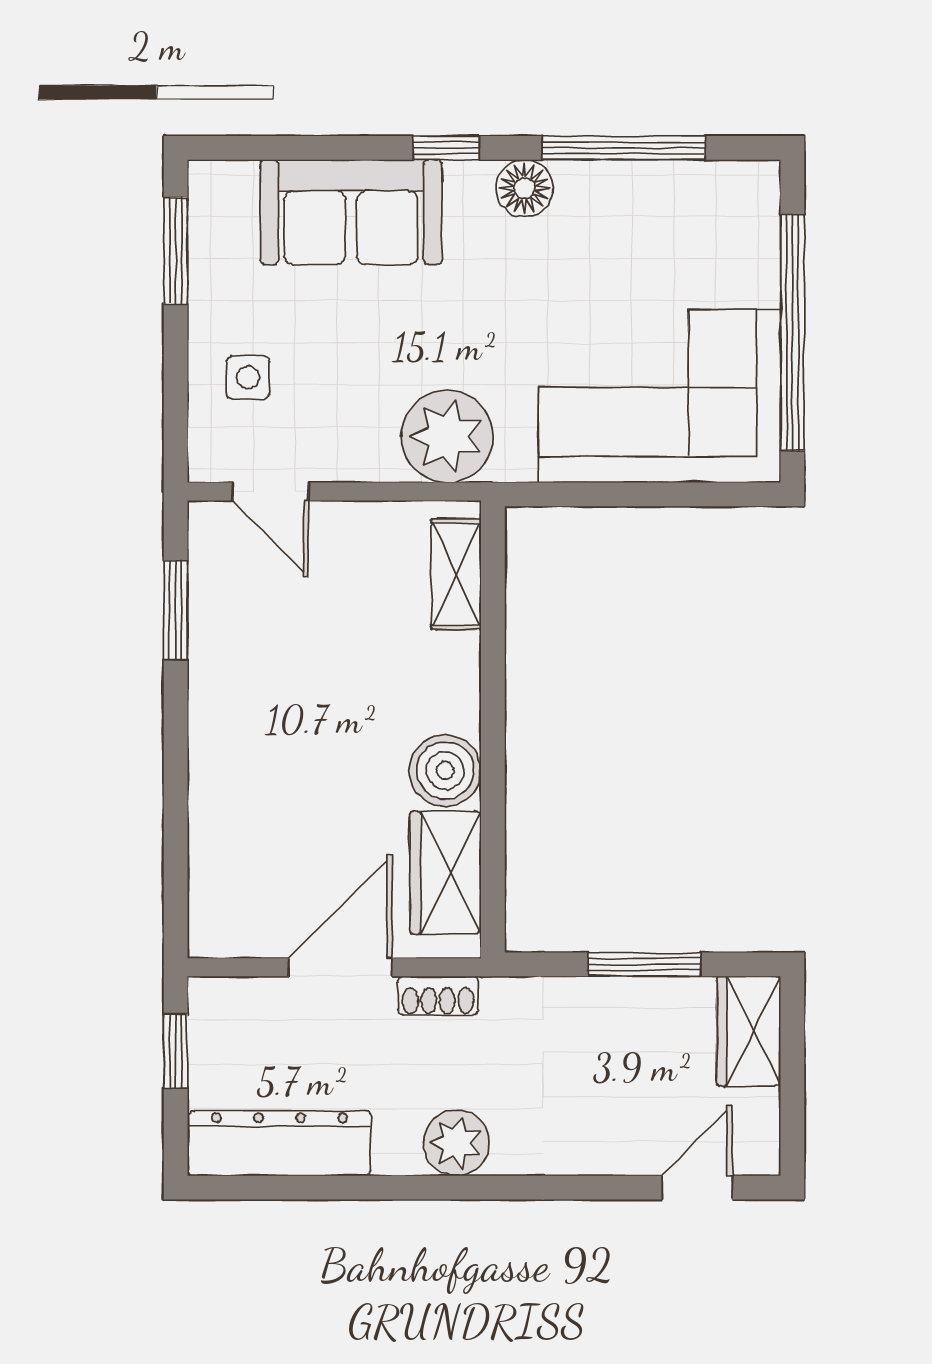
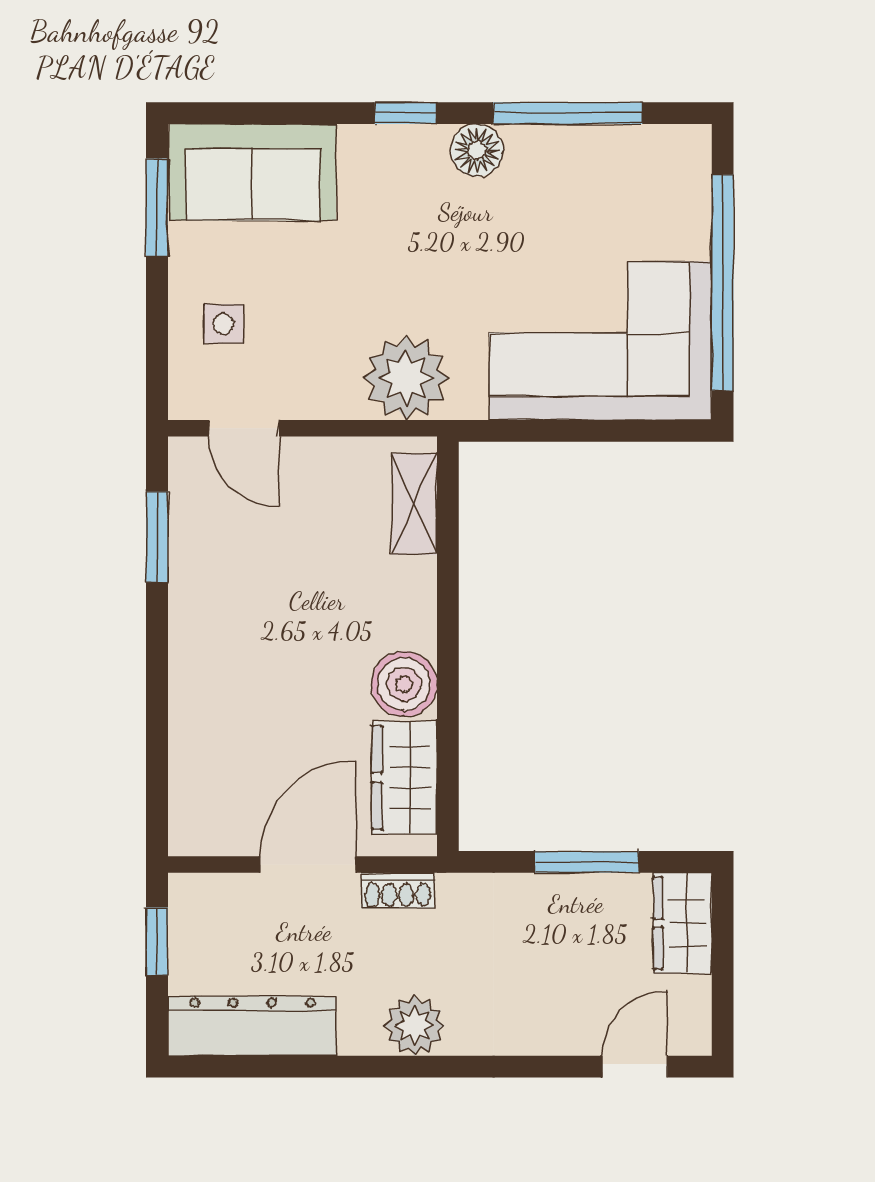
sofa: (351, 212) -> (253, 172), moved

